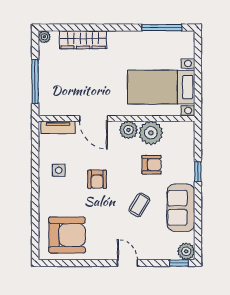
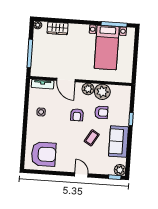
wardrobe: (83, 40) -> (58, 28), width x0.67
bed with nightstands: (161, 87) -> (107, 48), moved, turned -90
armchair: (97, 179) -> (77, 115), moved

